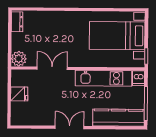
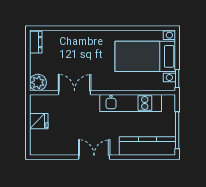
dishwasher: (139, 78) -> (169, 103), removed

